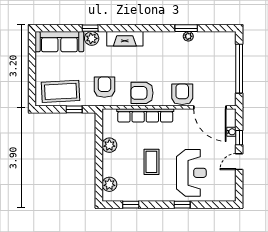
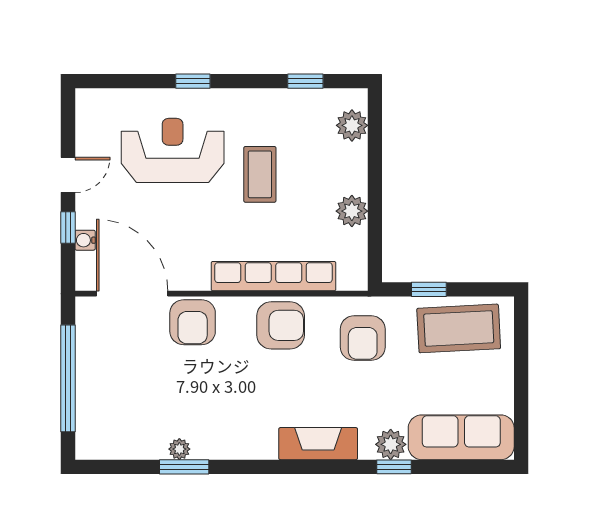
reception desk: (191, 173) -> (173, 150), turned 90

